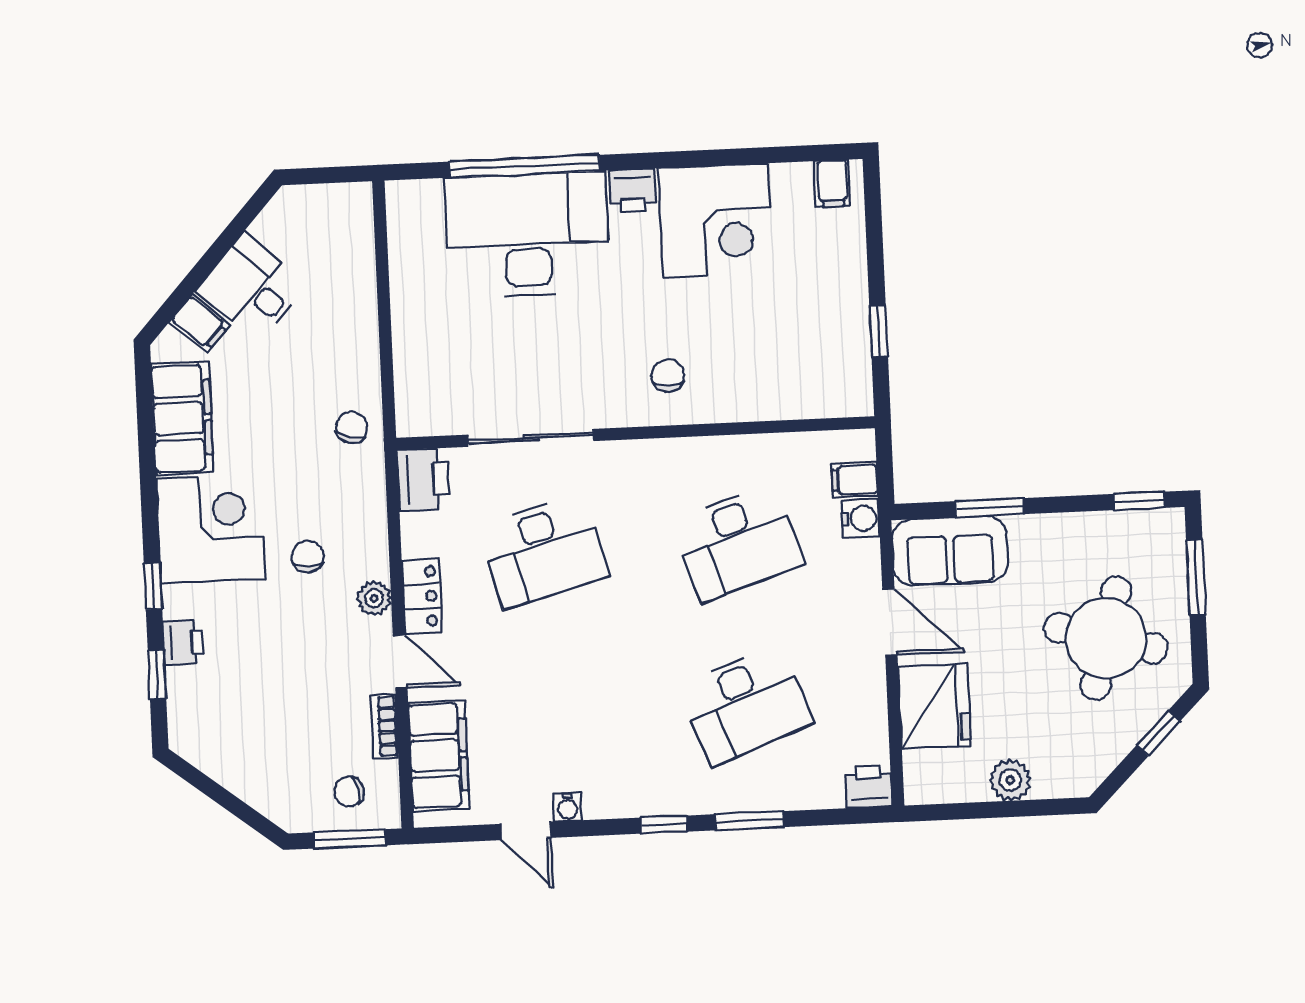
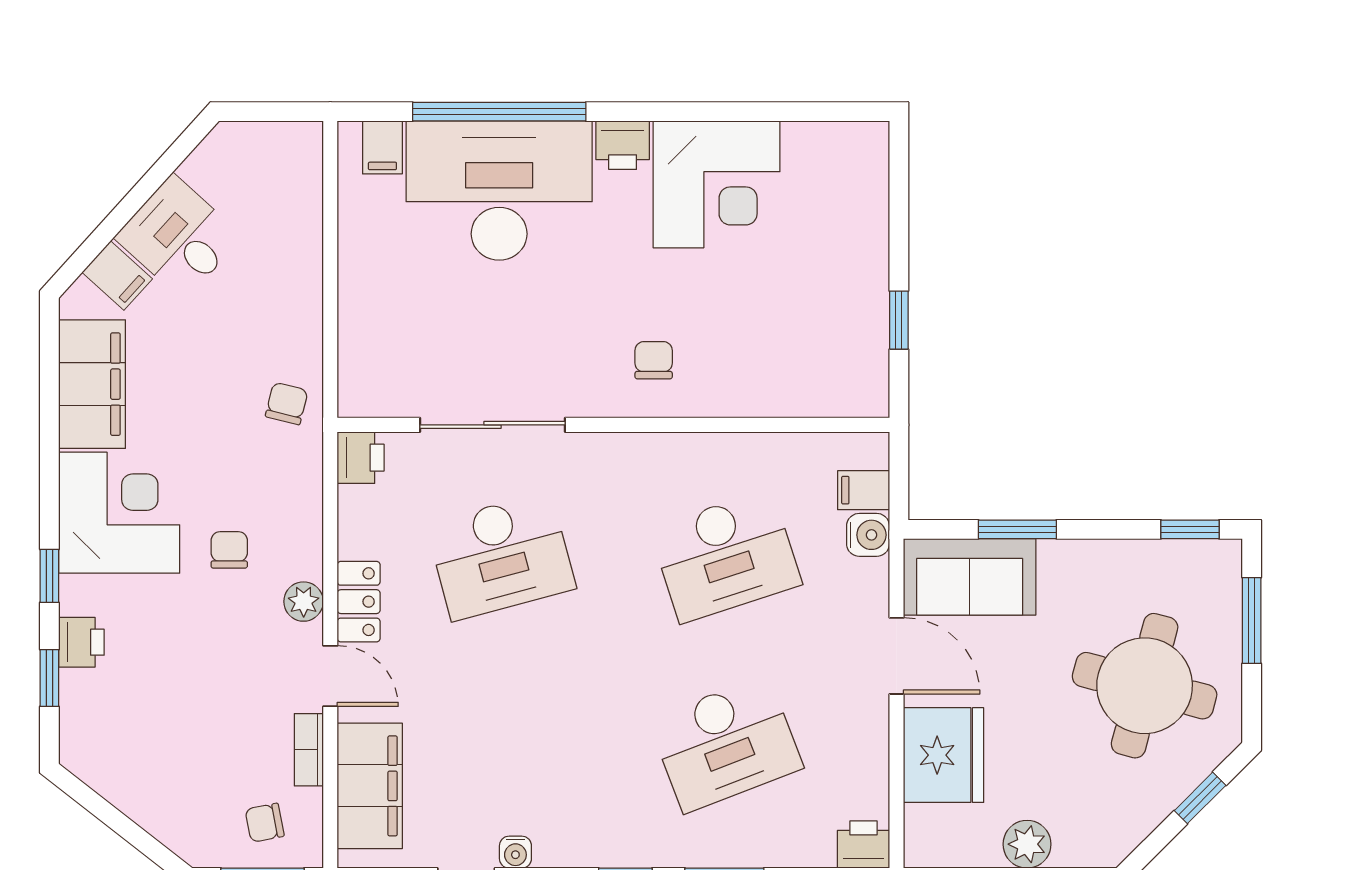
filing cabinet: (832, 183) -> (382, 147), moved
printer: (423, 479) -> (361, 458), width x0.73, depth x0.81

